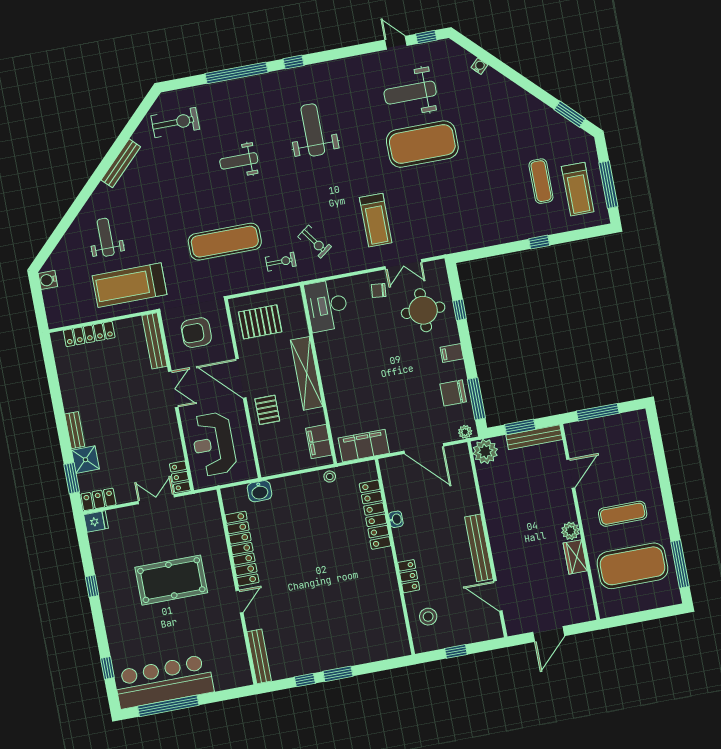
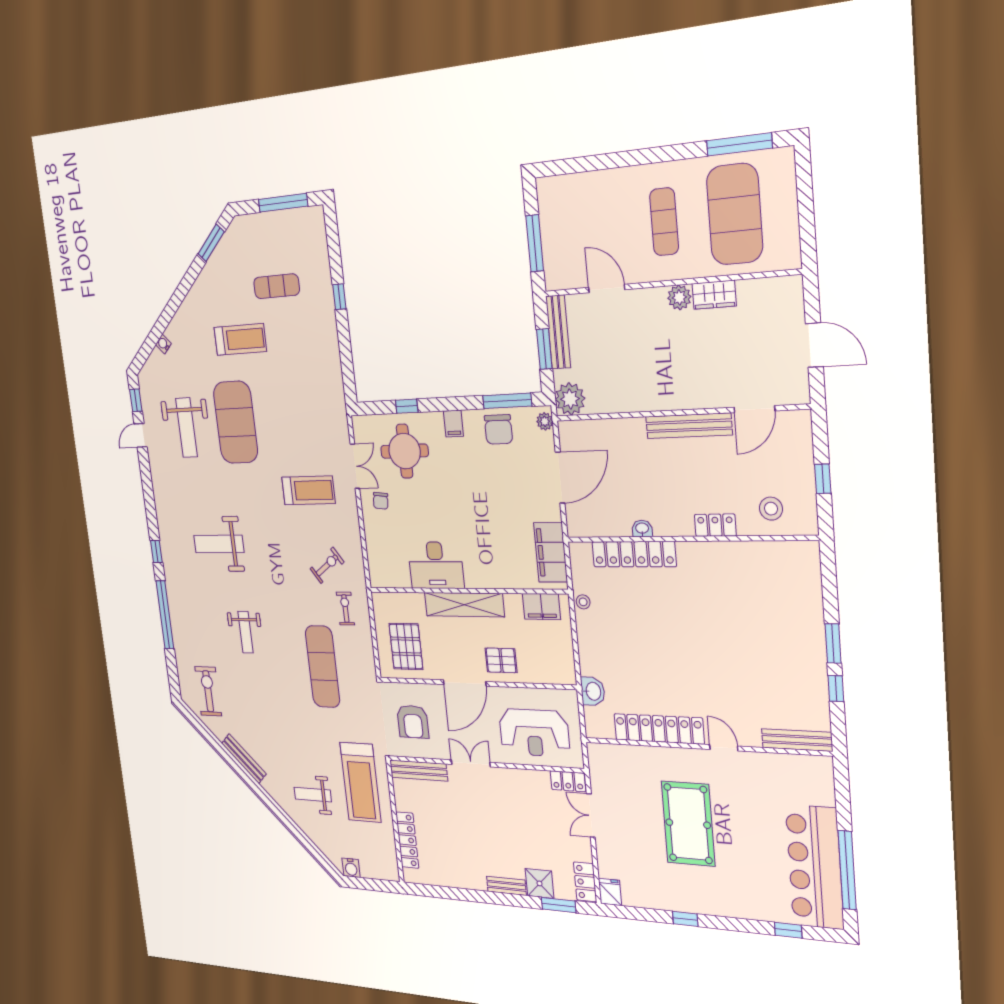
treadmill: (578, 189) -> (240, 339), moved
desk: (327, 305) -> (436, 565), moved

